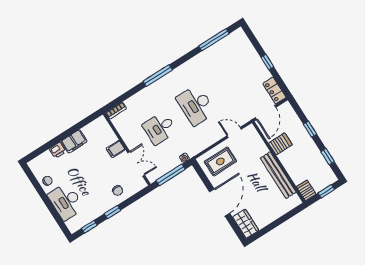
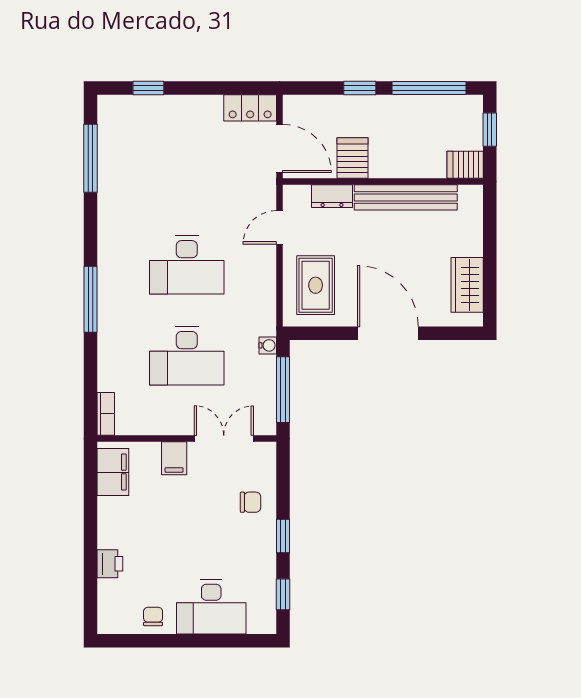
window: (267, 62) -> (148, 88), moved
desk: (160, 128) -> (187, 356), width x1.37
filing cabinet: (74, 141) -> (113, 472), moved
dresser: (260, 145) -> (332, 196), added
window: (328, 157) -> (429, 88), width x2.17
wardrobe: (246, 224) -> (467, 285), moved, turned -90

